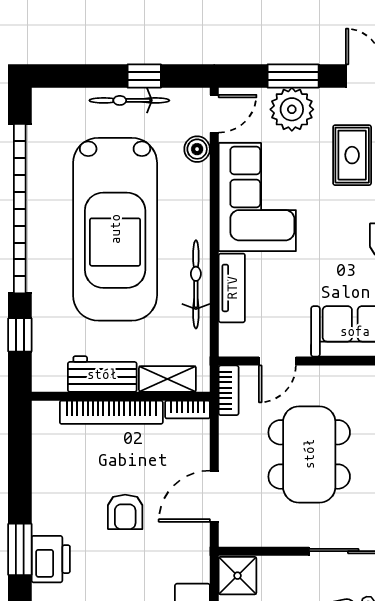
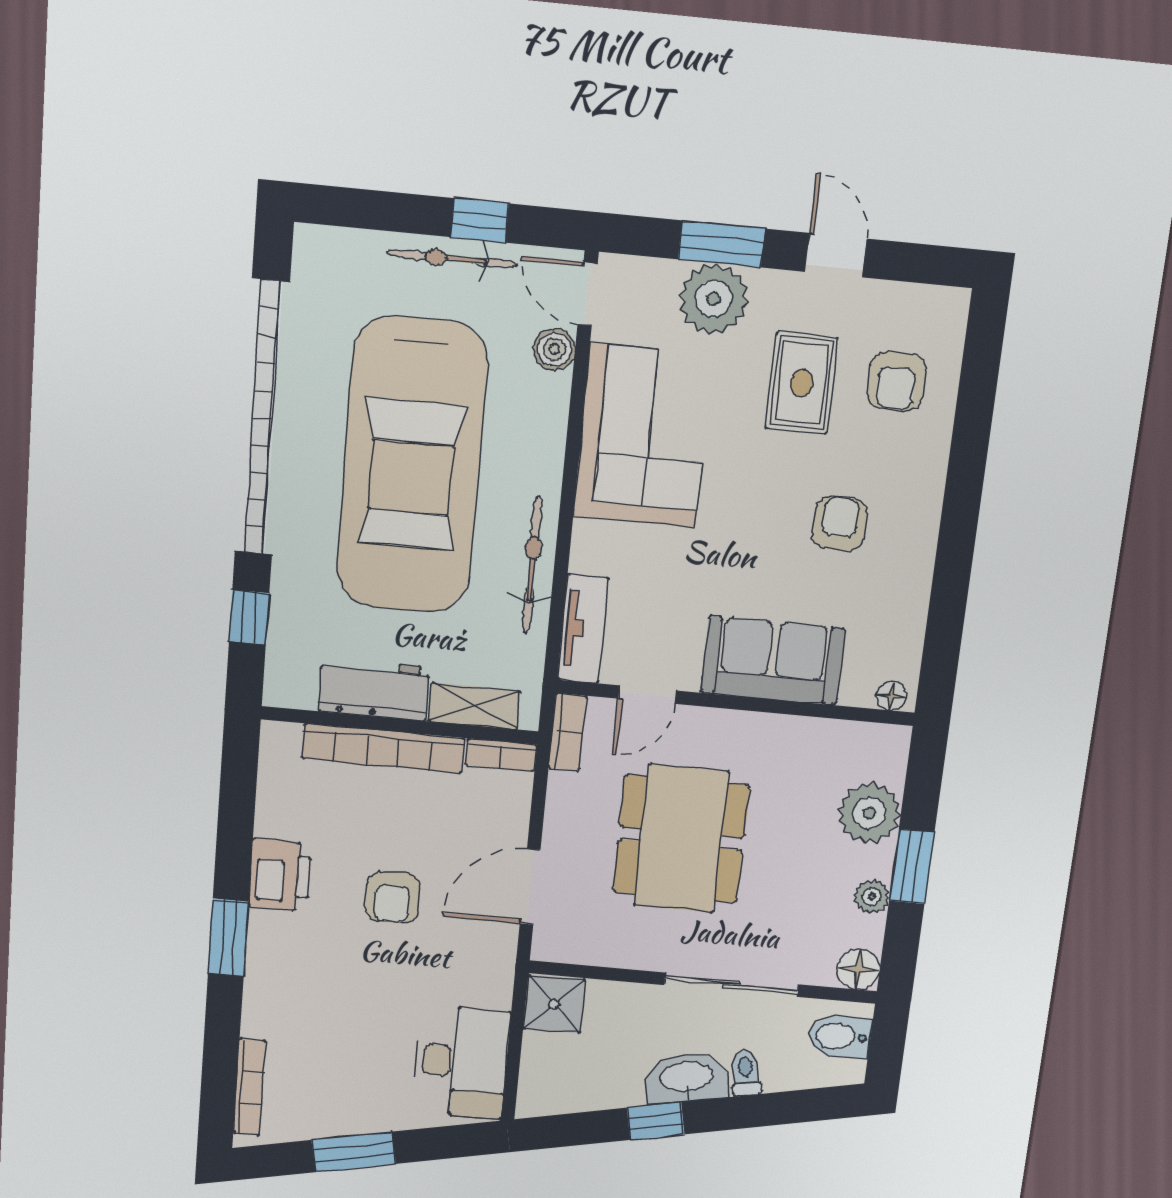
door: (214, 114) -> (588, 294), swing flipped
tv unit: (232, 288) -> (583, 629), moved
printer: (51, 559) -> (280, 875), moved

